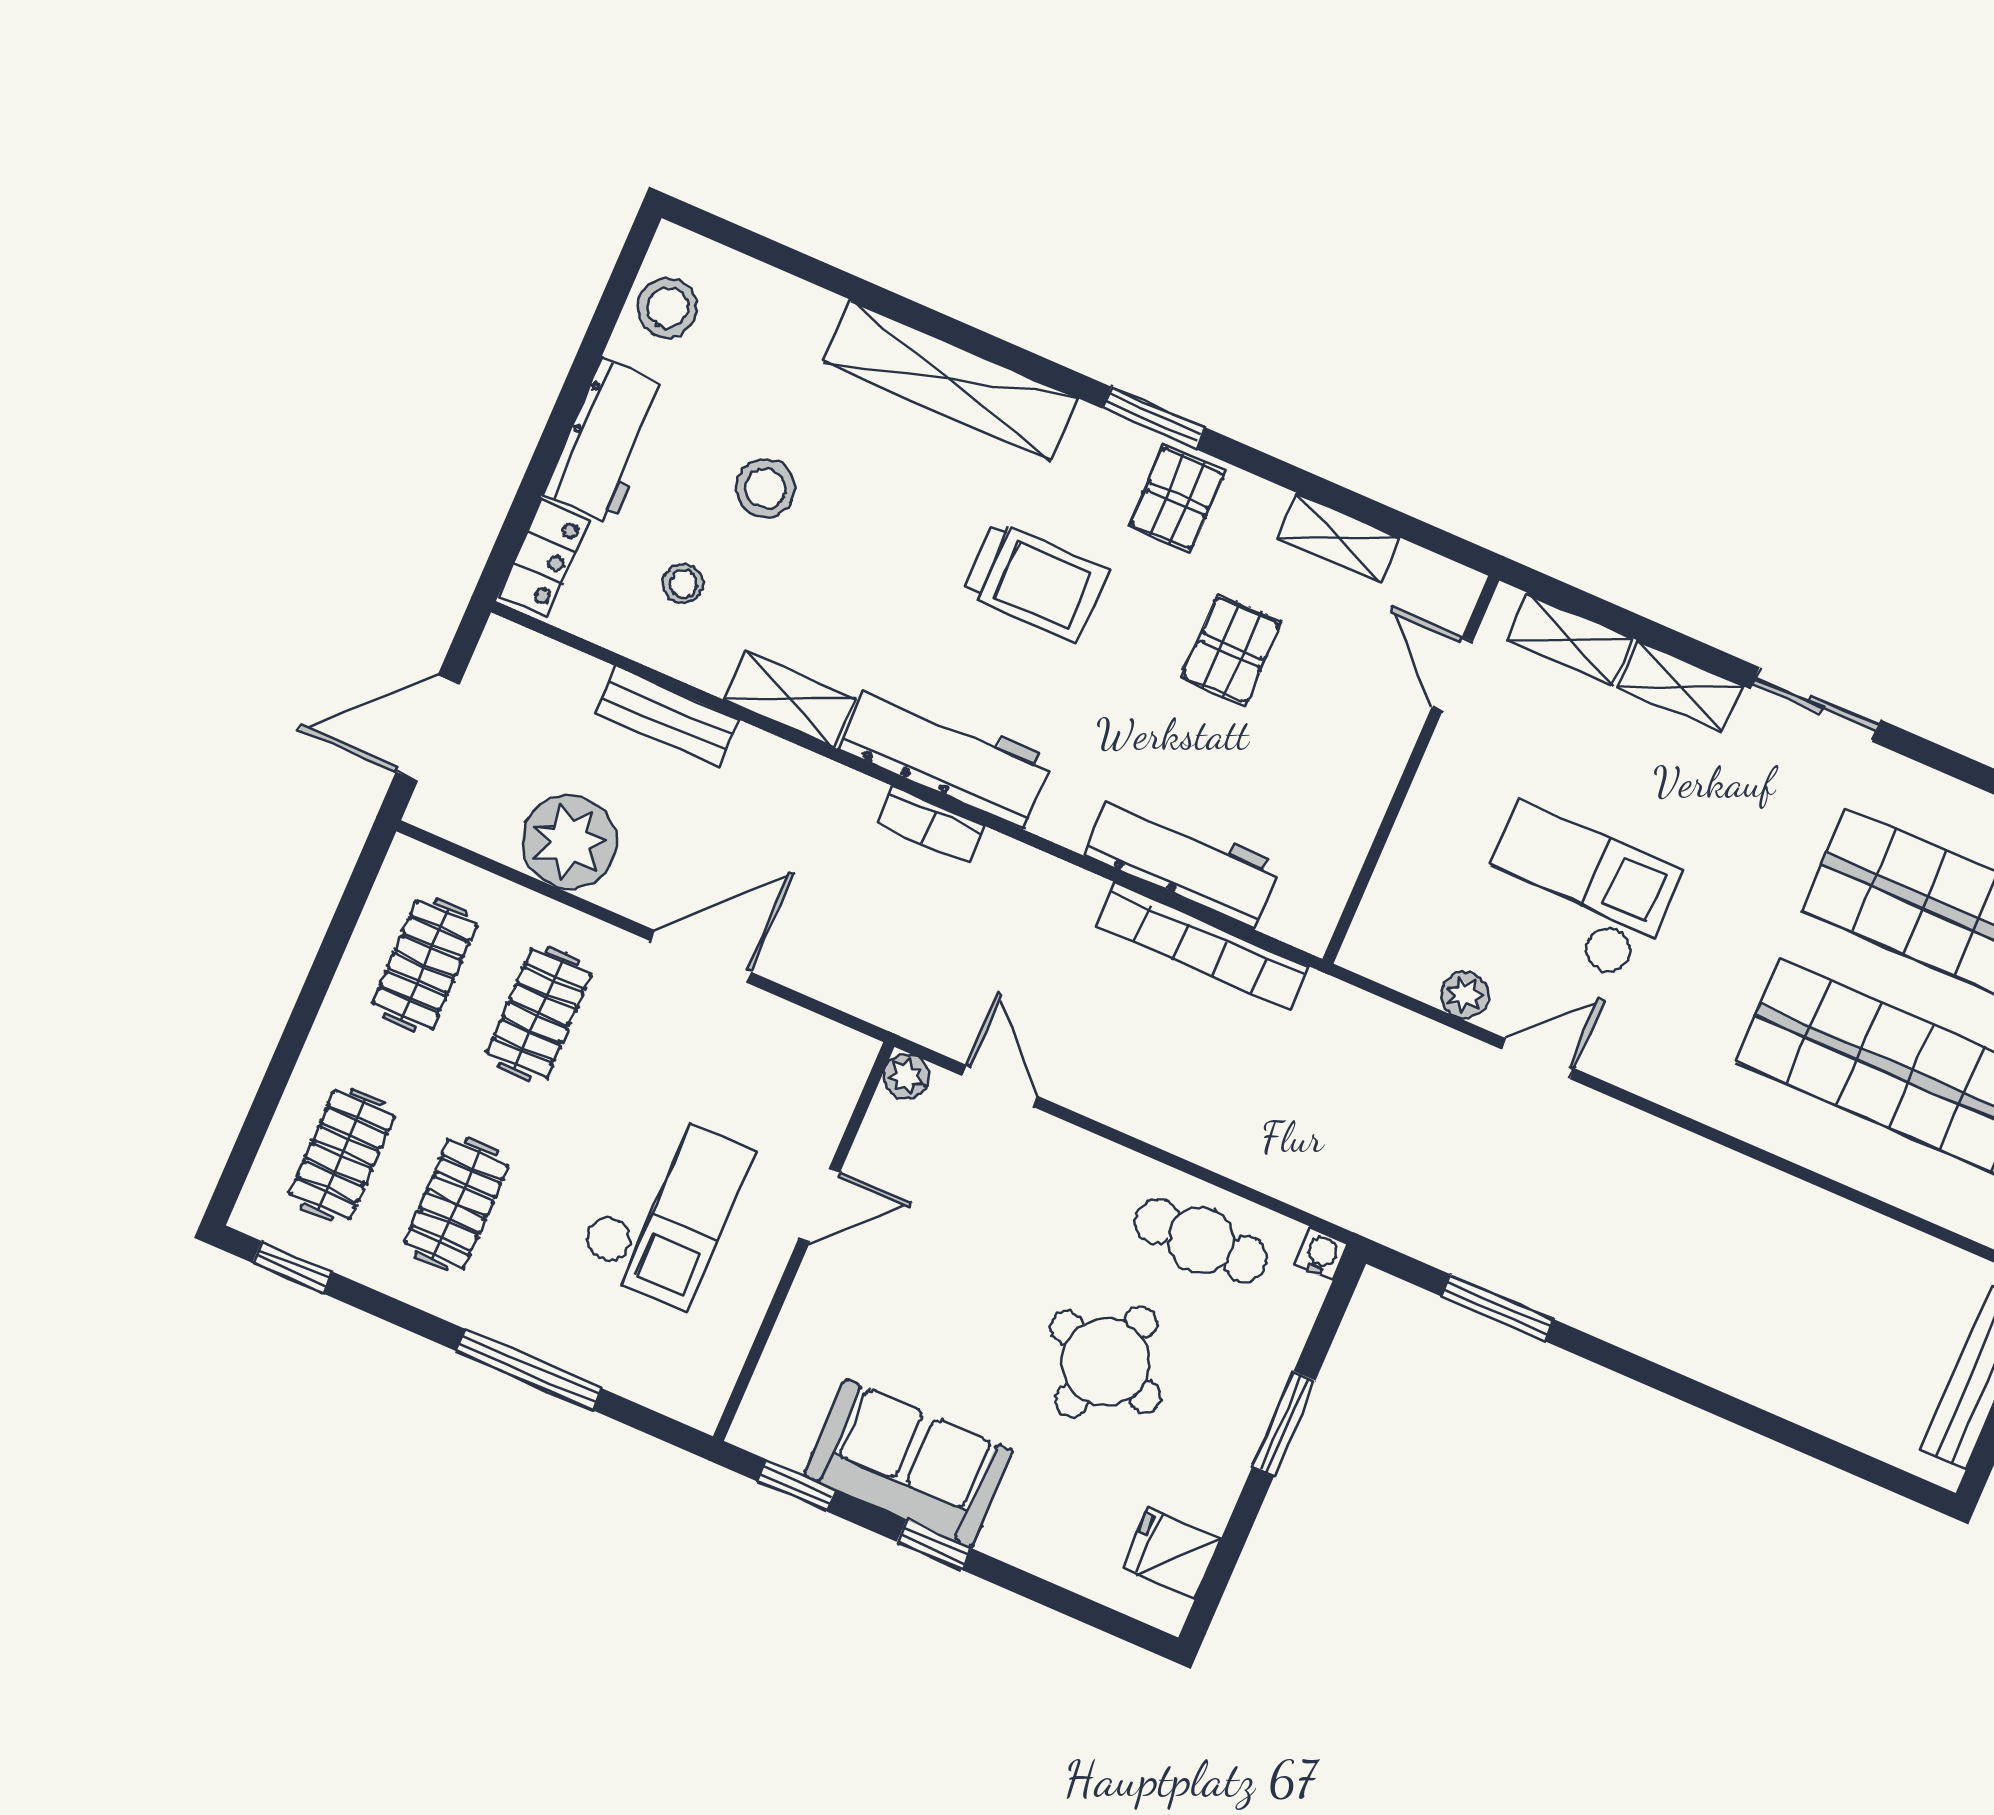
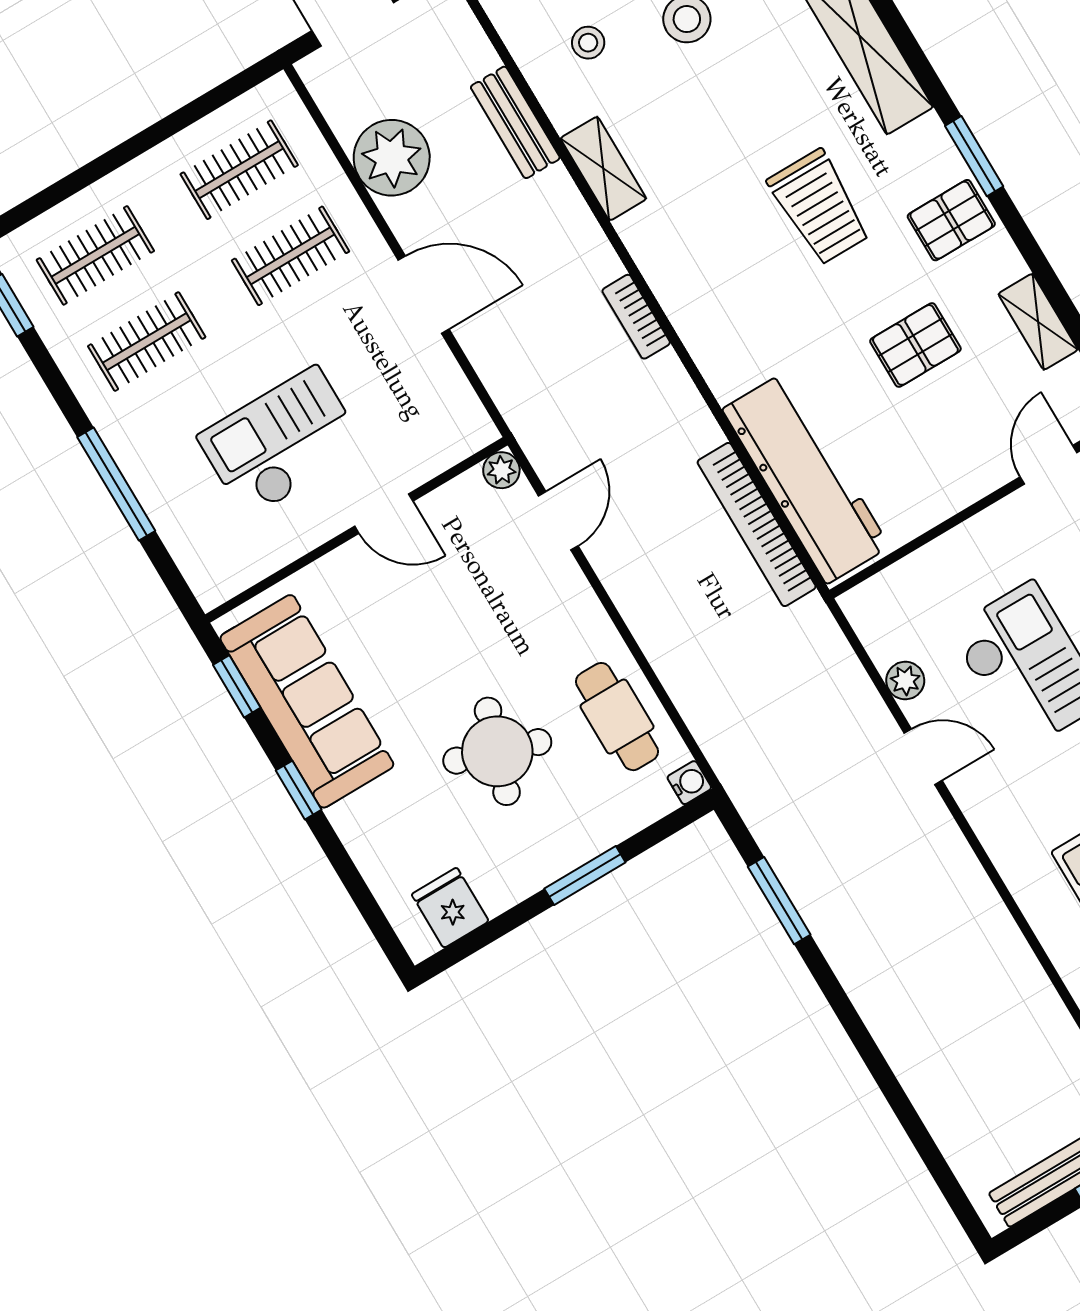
workbench: (946, 755) -> (679, 279), removed
workbench: (1182, 860) -> (806, 478), width x1.36, depth x1.32
checkout: (665, 1208) -> (282, 442), turned 180
sofa: (908, 1463) -> (307, 701), width x1.36

